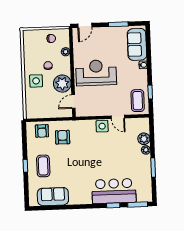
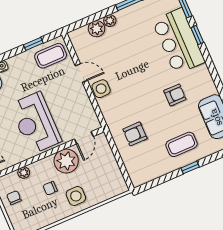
door: (73, 102) -> (84, 138), hinge flipped
door: (118, 117) -> (81, 73), hinge flipped
armchair: (42, 131) -> (175, 95), moved

